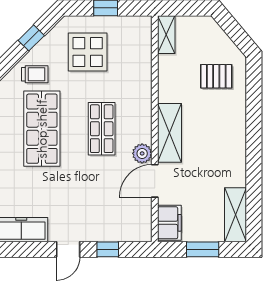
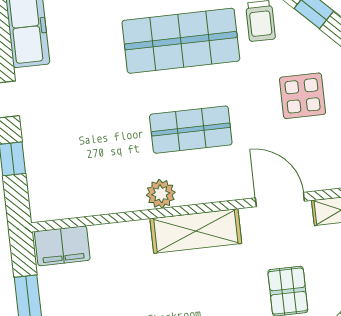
display table: (88, 52) -> (303, 96), width x0.73, depth x0.73
door: (155, 181) -> (280, 200), moved

